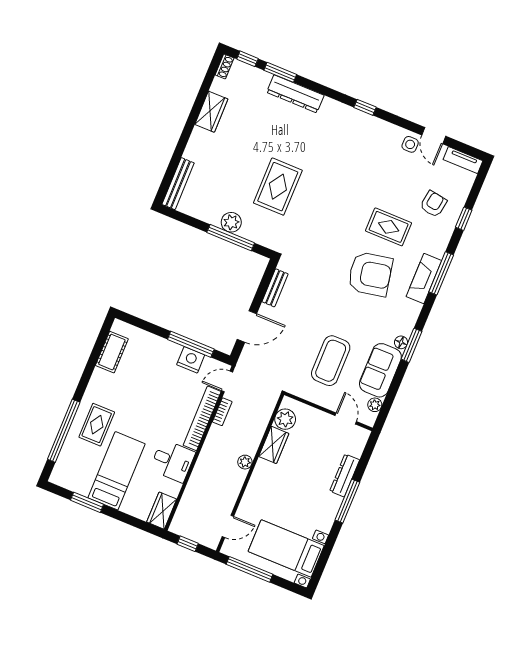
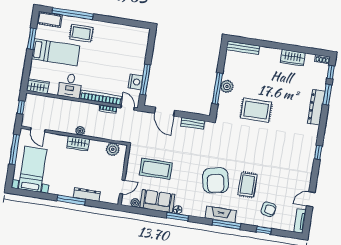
side table: (410, 144) -> (302, 186), removed
cot: (112, 352) -> (50, 19), moved
wardrobe: (274, 445) -> (78, 143), moved

